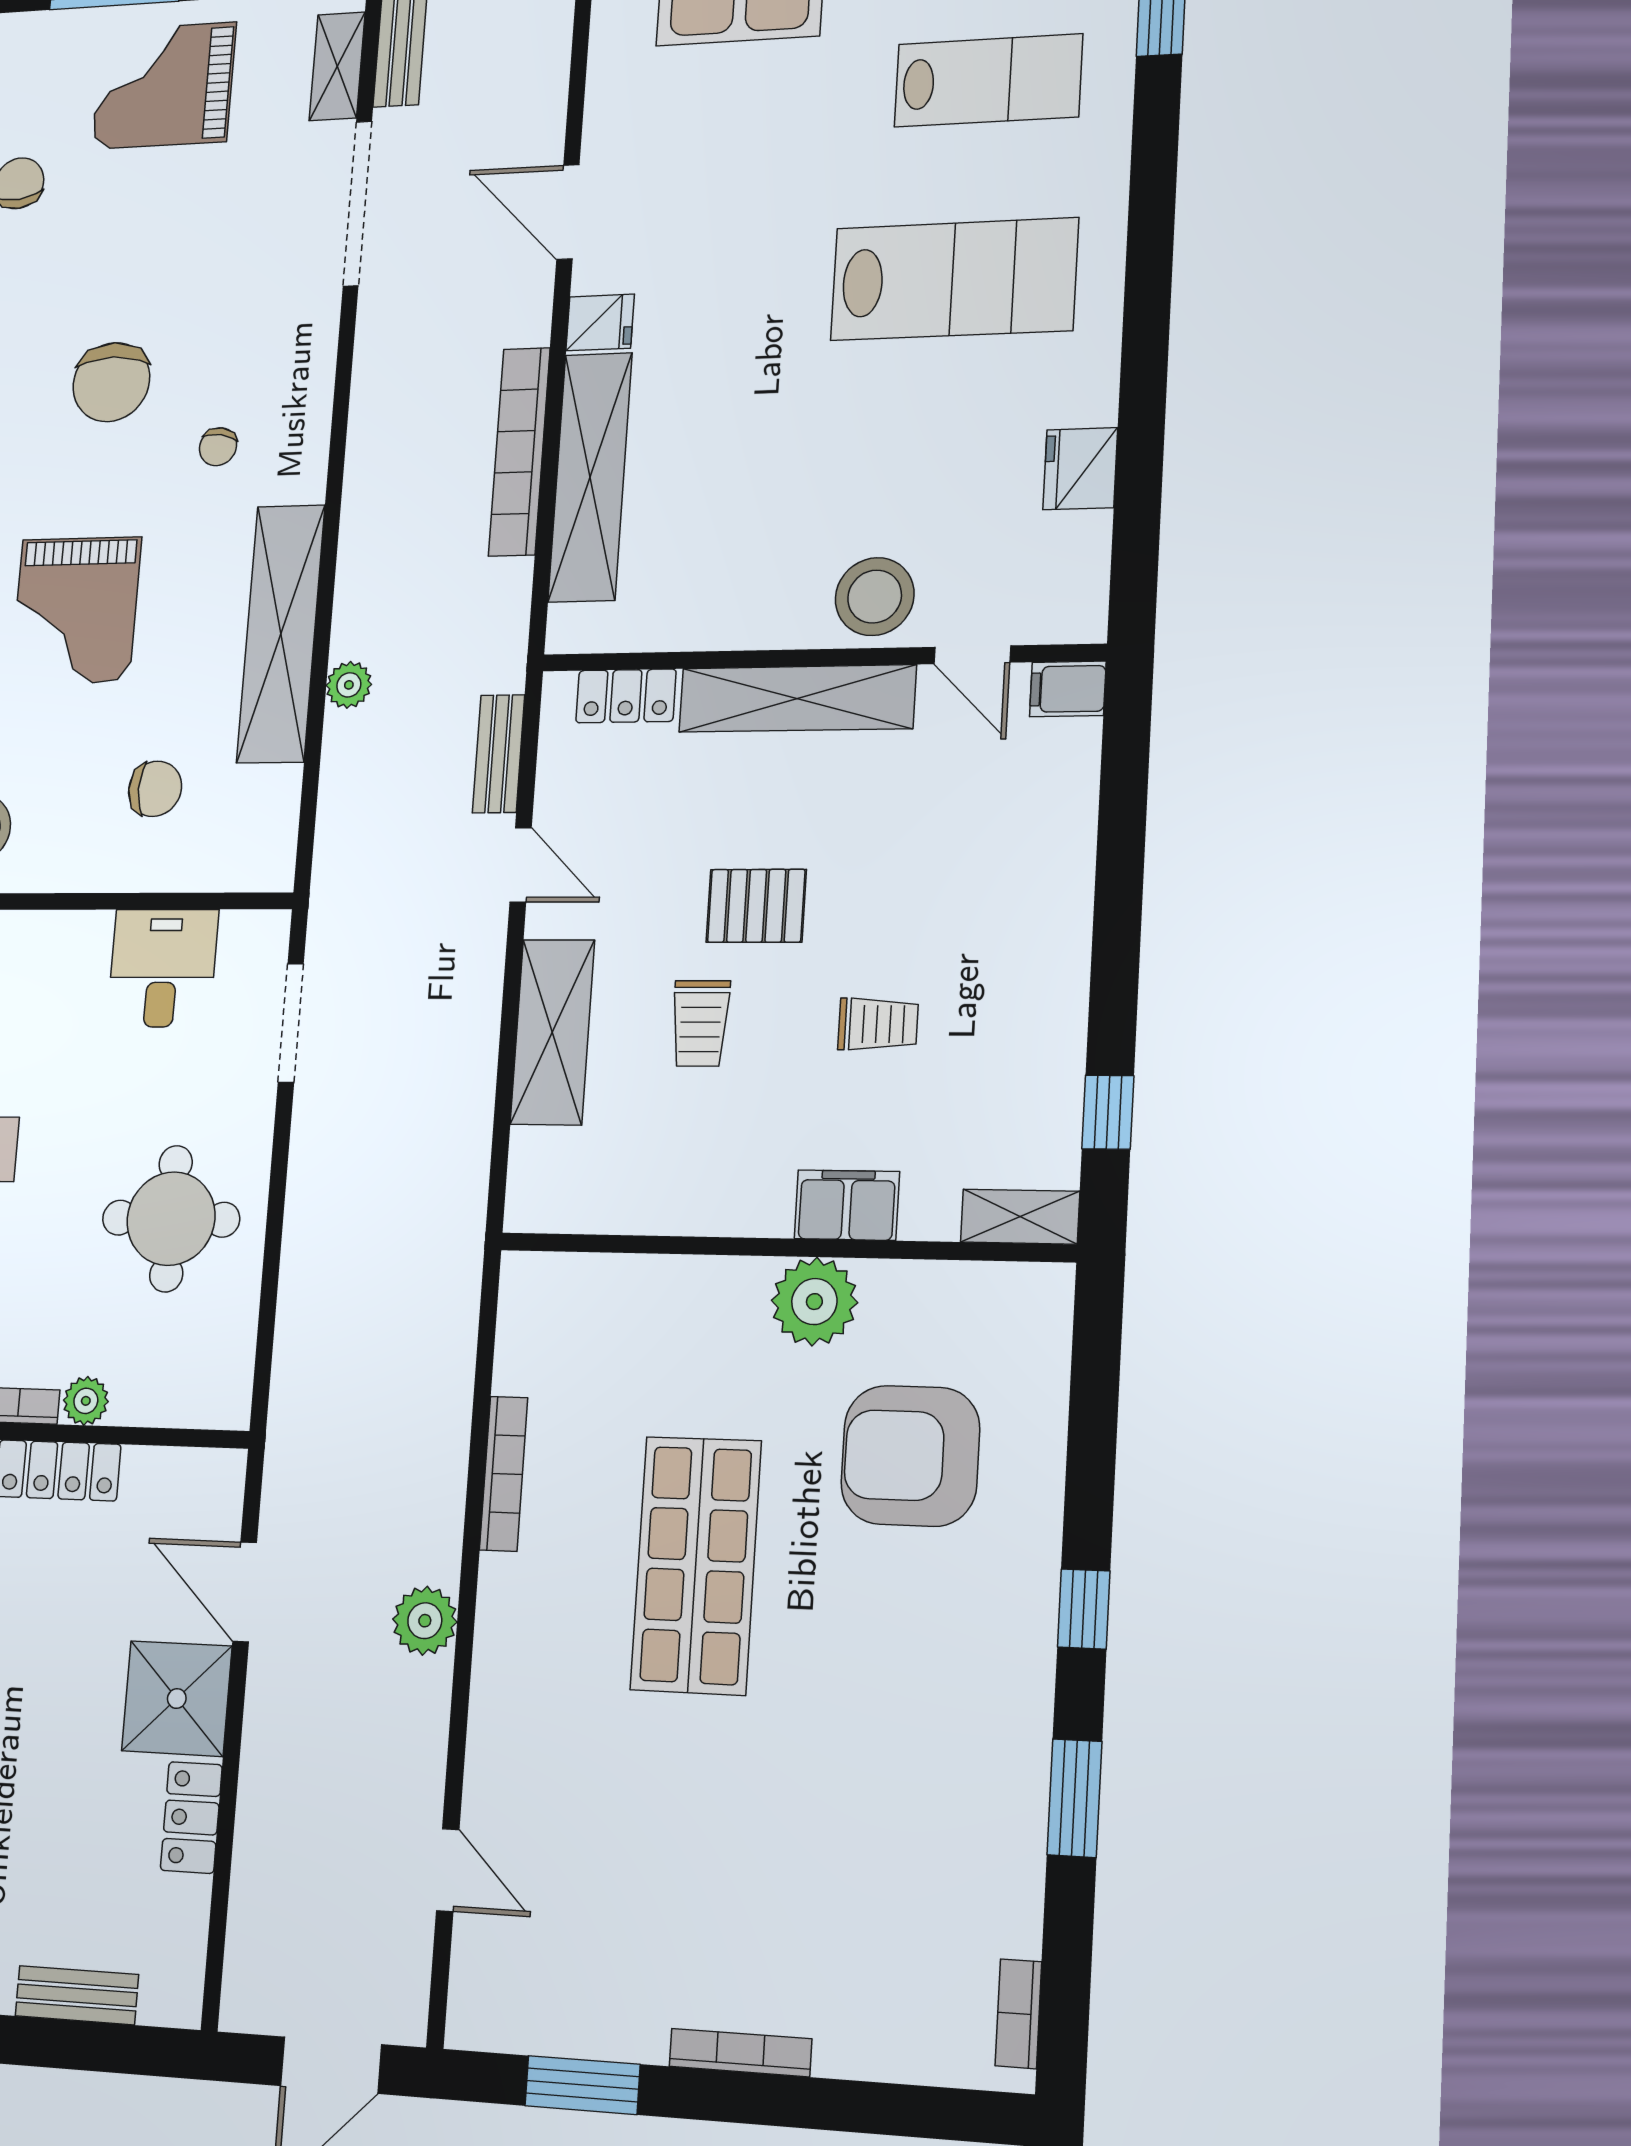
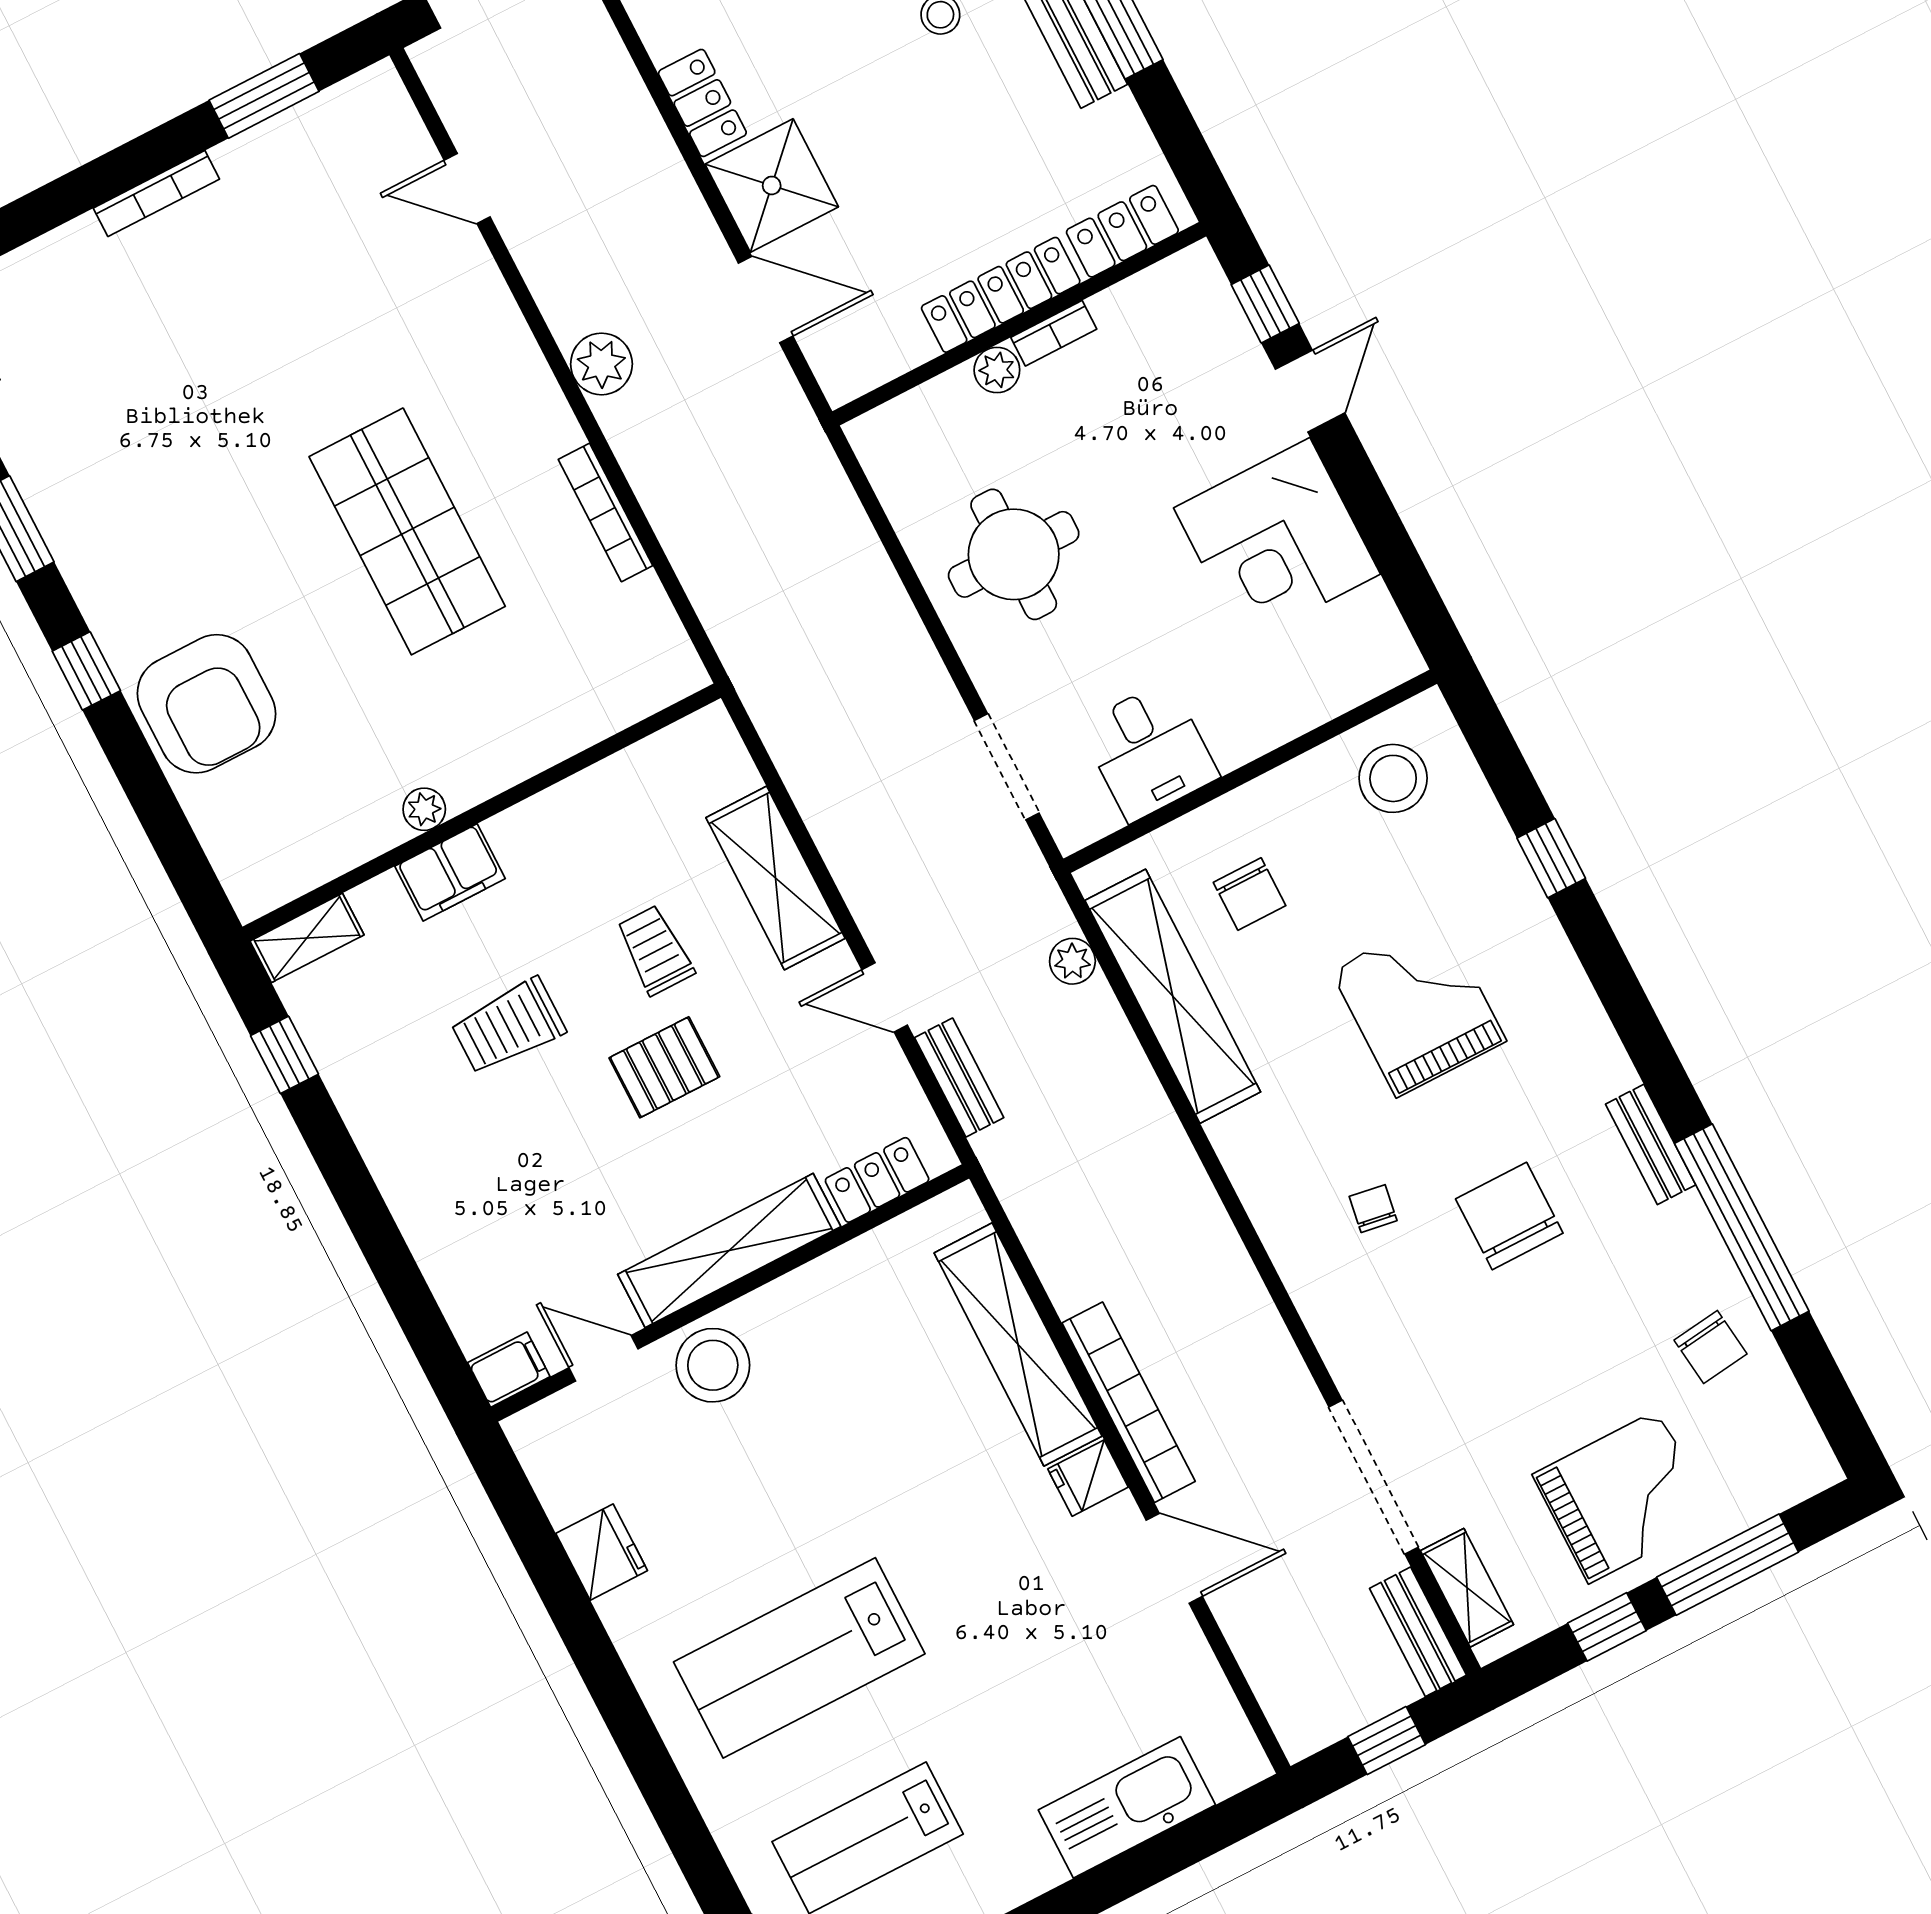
bookcase: (519, 452) -> (1129, 1402), moved
shelving: (281, 634) -> (1173, 996), moved
plant: (349, 685) -> (1072, 961), moved
chair: (155, 789) -> (1250, 894), turned -90
trolley: (878, 1024) -> (508, 1026), width x1.36, depth x1.39
plant: (814, 1302) -> (424, 809), width x0.53, depth x0.53
armchair: (910, 1456) -> (206, 704), moved, turned 90

